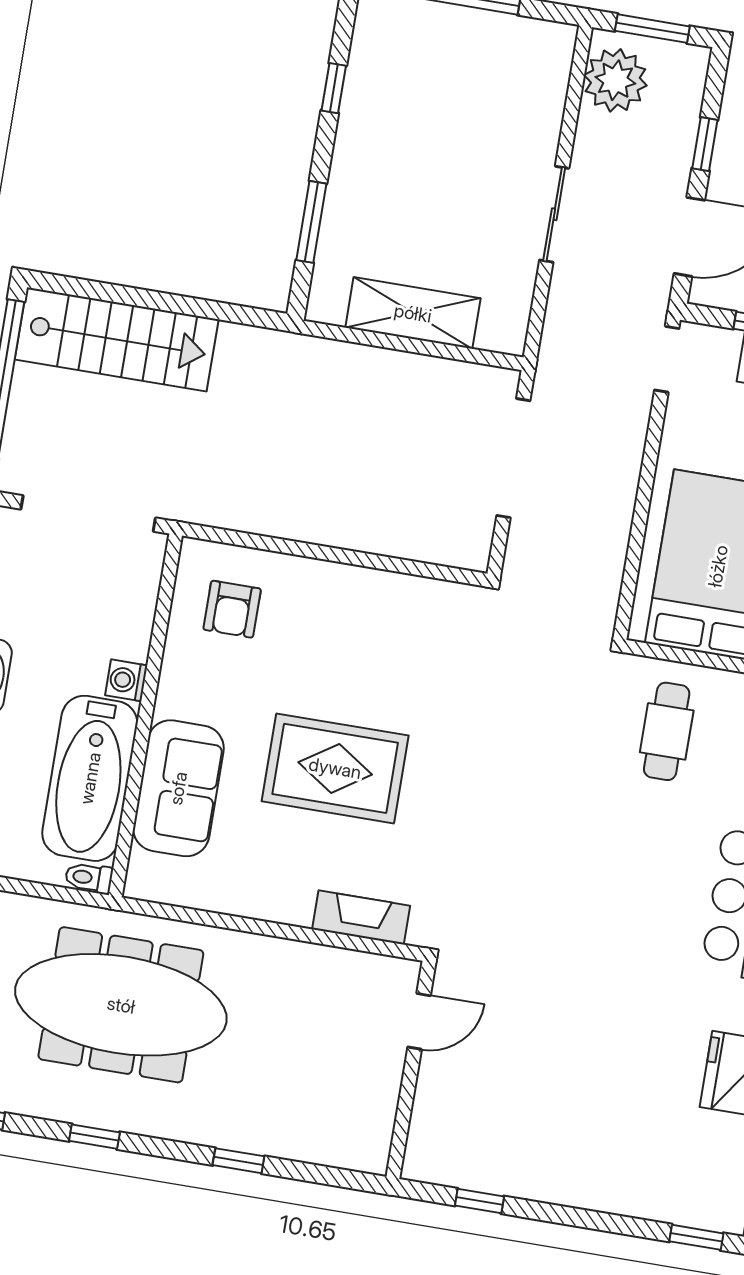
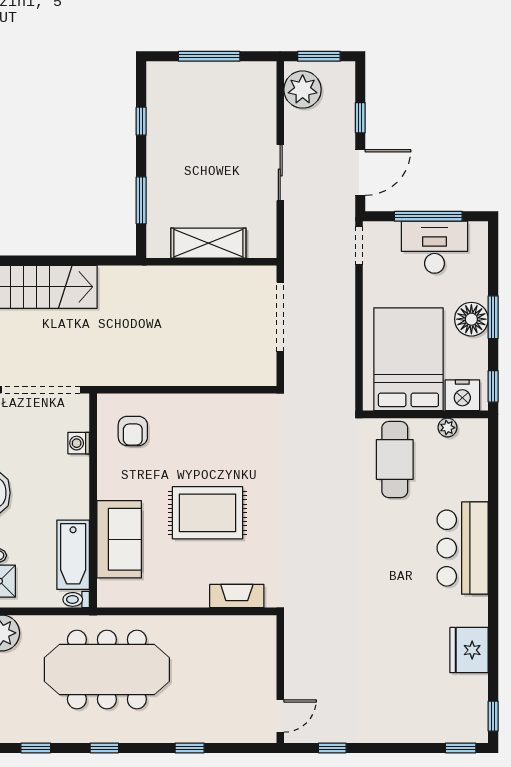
washing machine: (126, 680) -> (79, 443), moved
cafe table: (667, 731) -> (395, 459), width x1.37, depth x1.35
bathtub: (90, 778) -> (73, 555), width x0.73, depth x0.73
door: (419, 1021) -> (280, 716), moved

